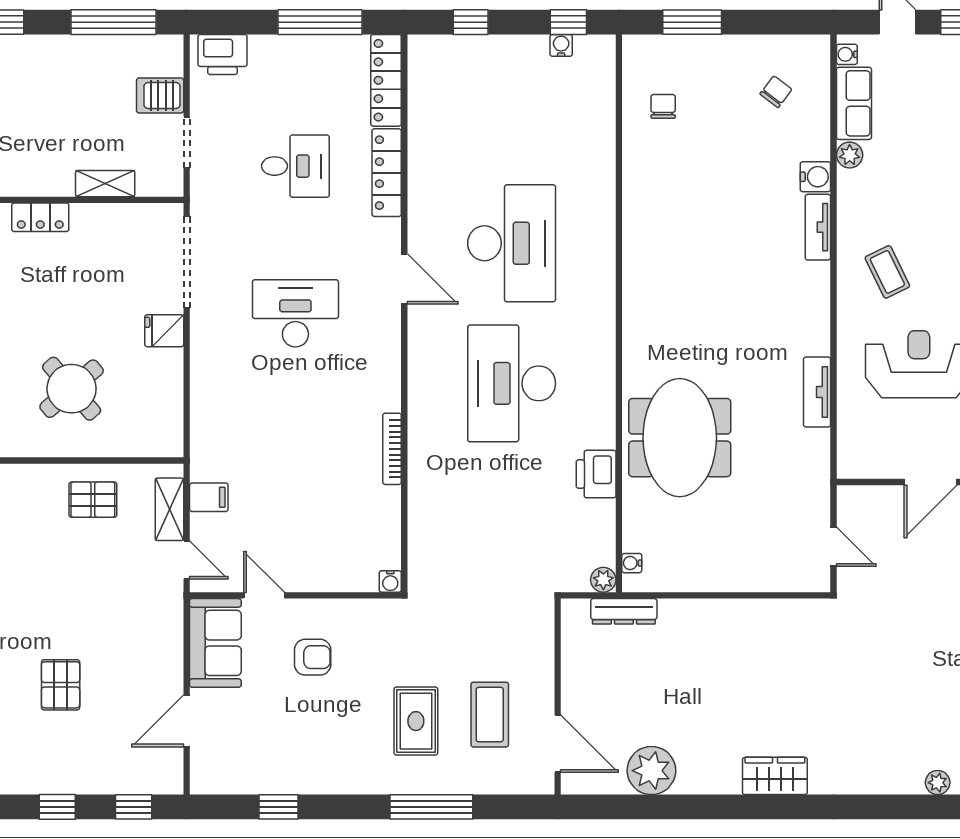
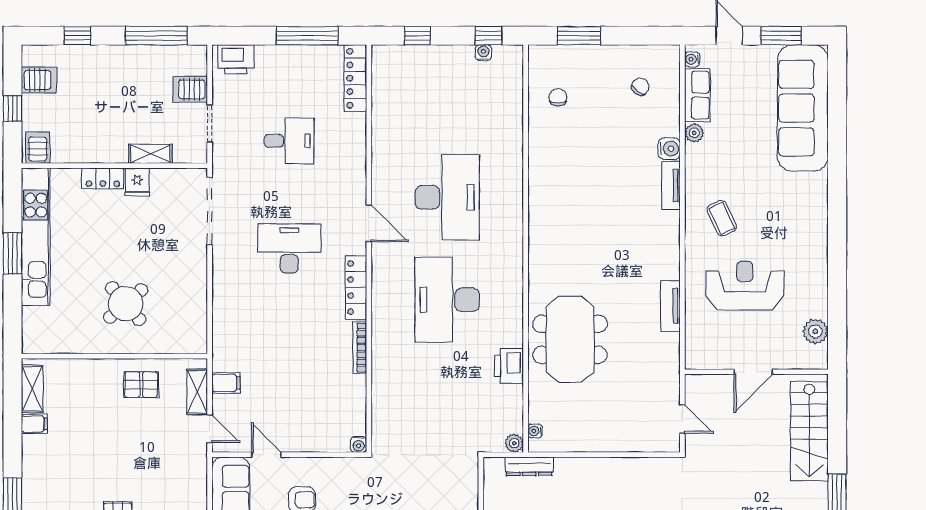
locker: (387, 173) -> (356, 288), moved
fridge: (164, 331) -> (137, 182), moved, turned -90

